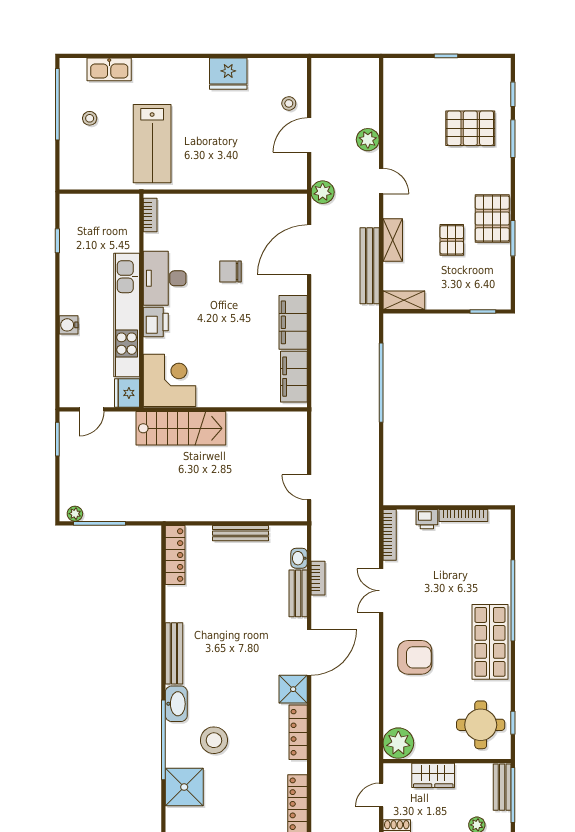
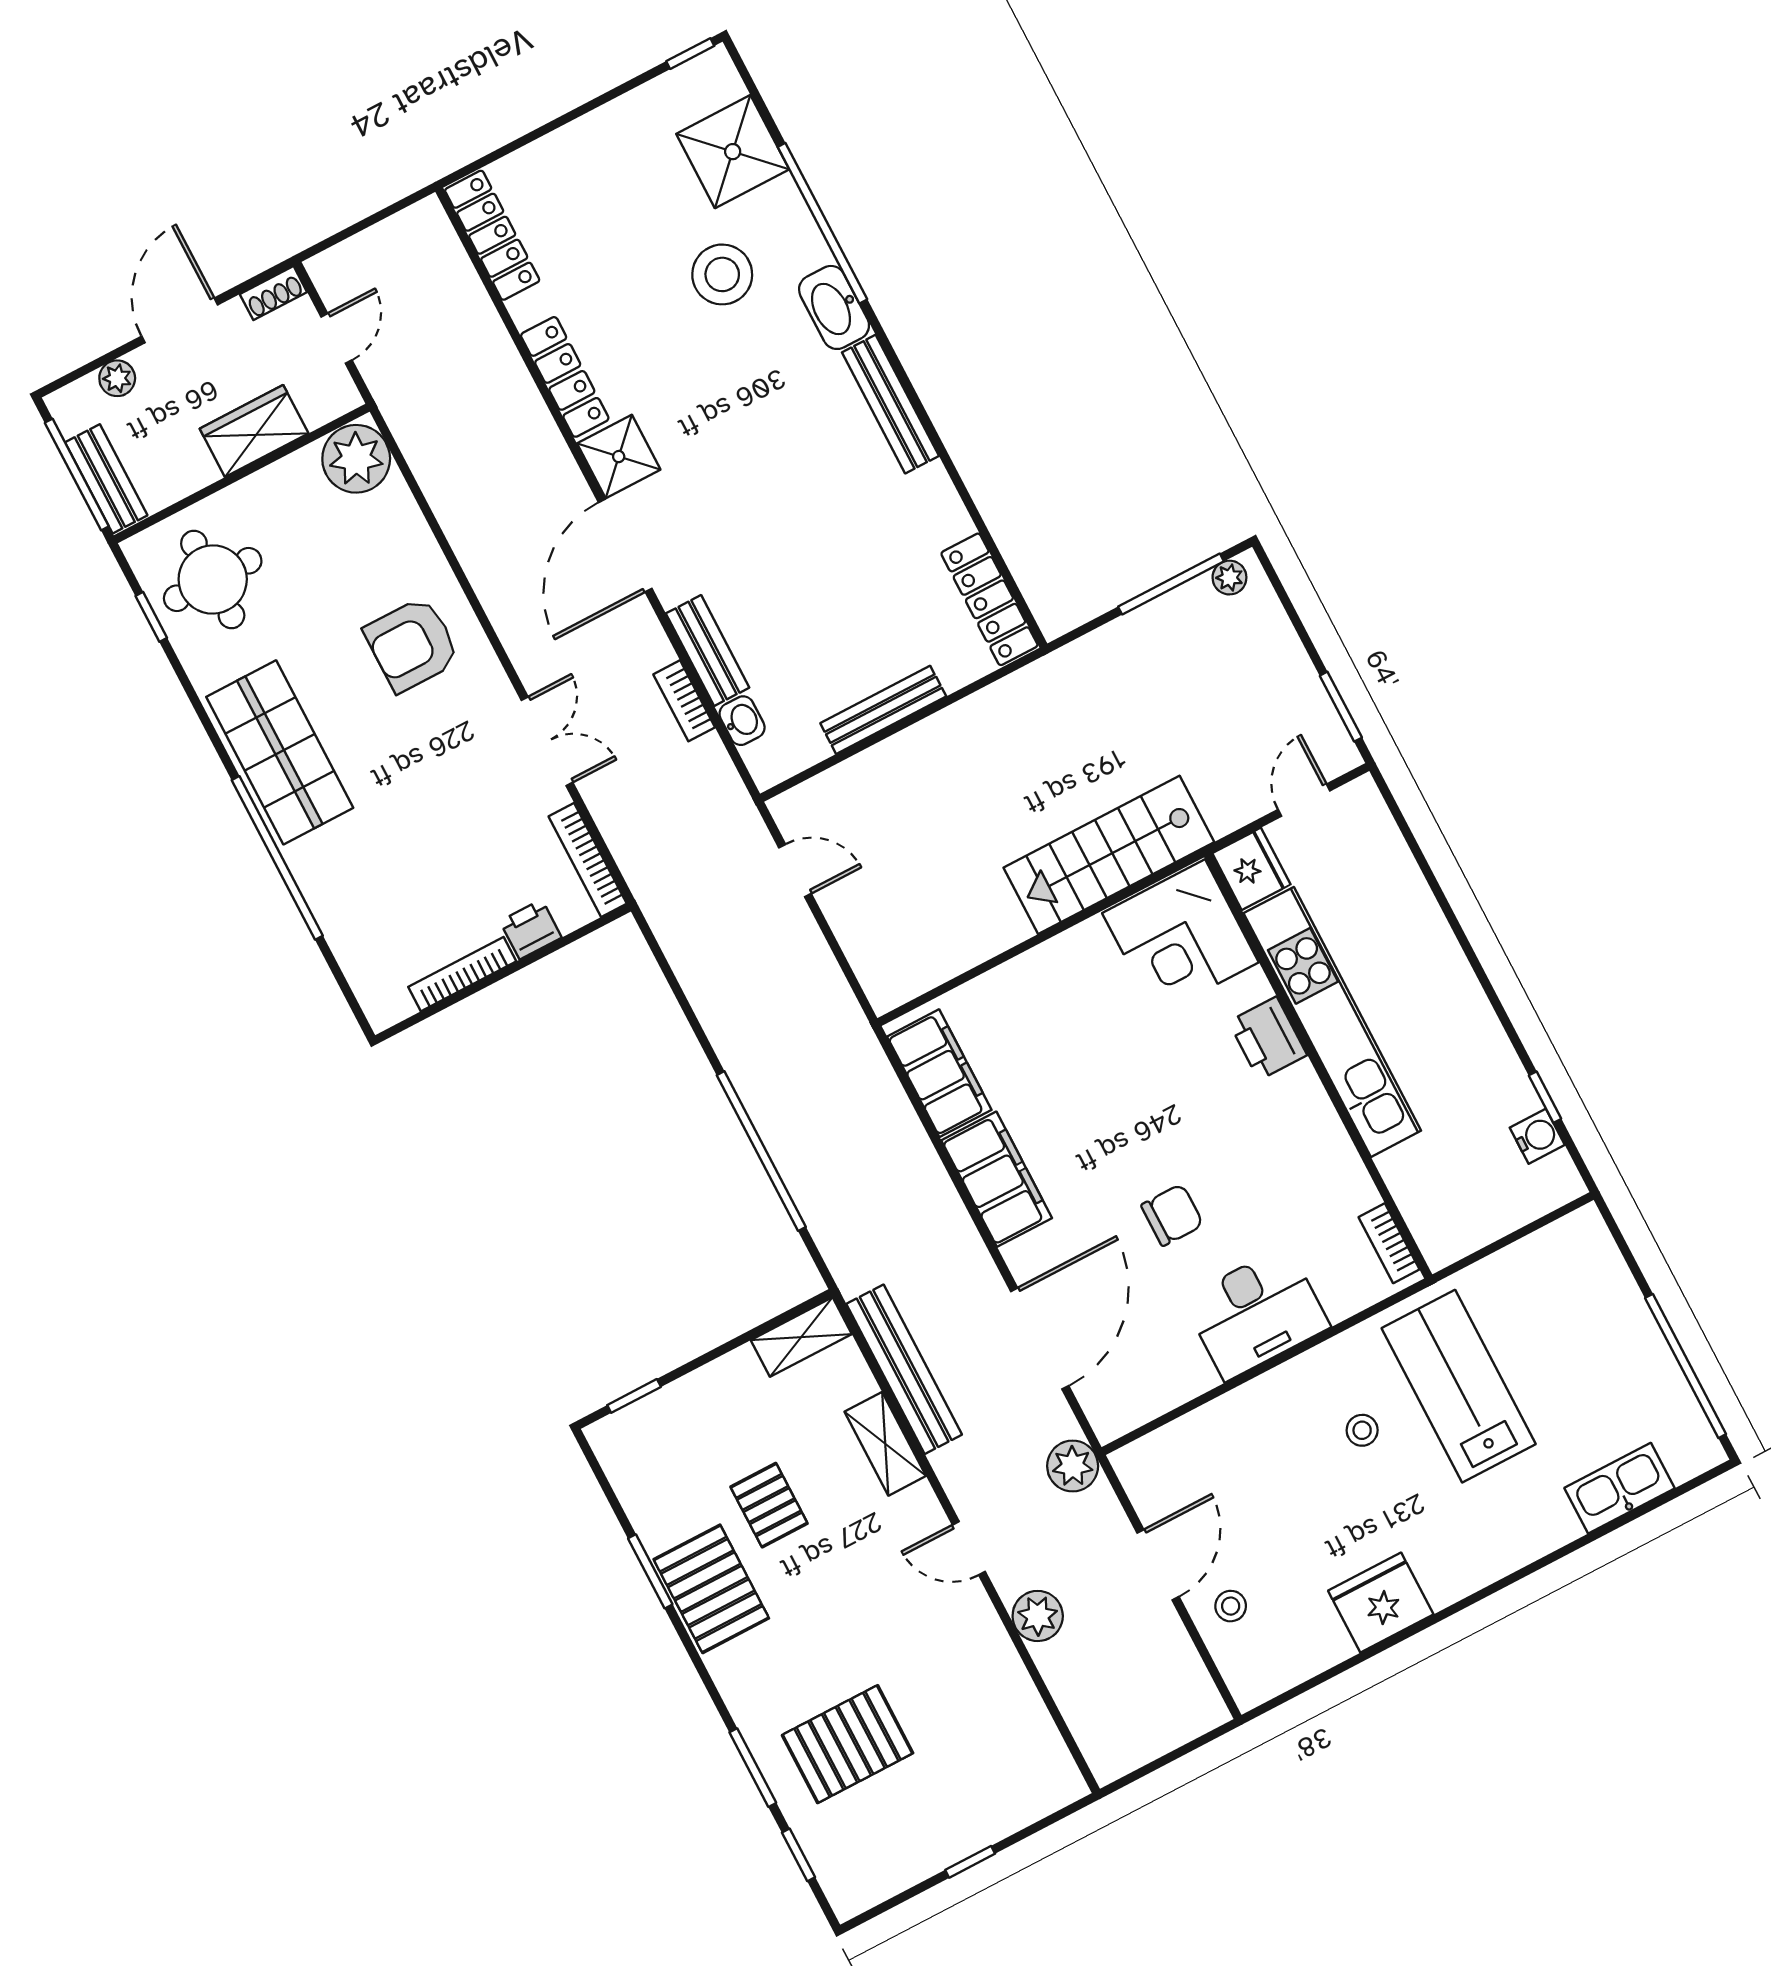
stool: (90, 118) -> (1362, 1430), moved
desk: (165, 278) -> (1256, 1313), moved, turned 90
water cooler: (69, 325) -> (1537, 1136), moved

